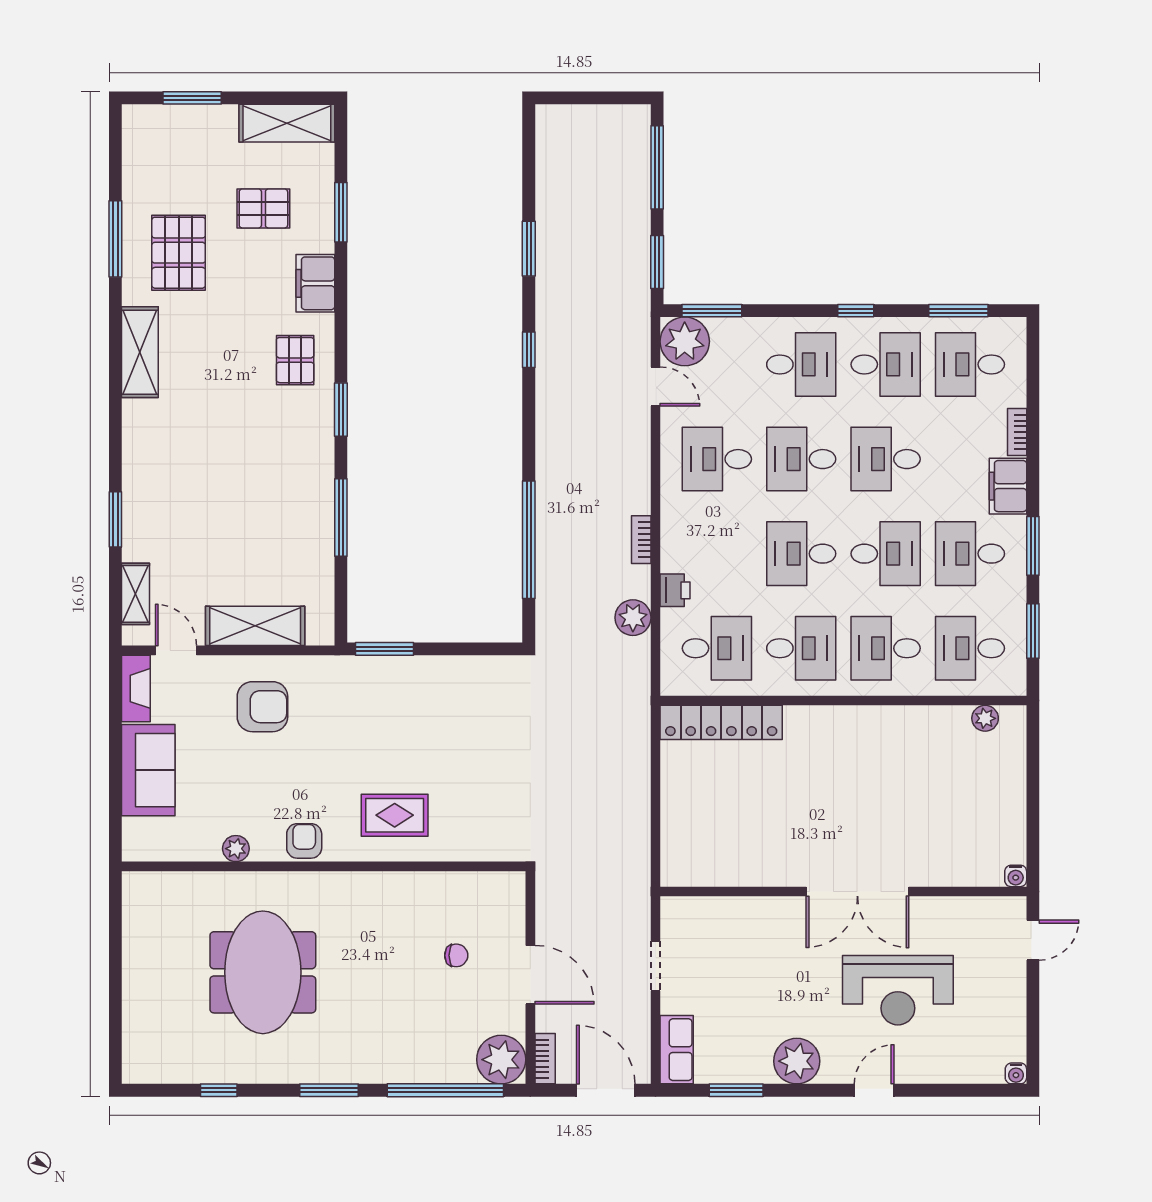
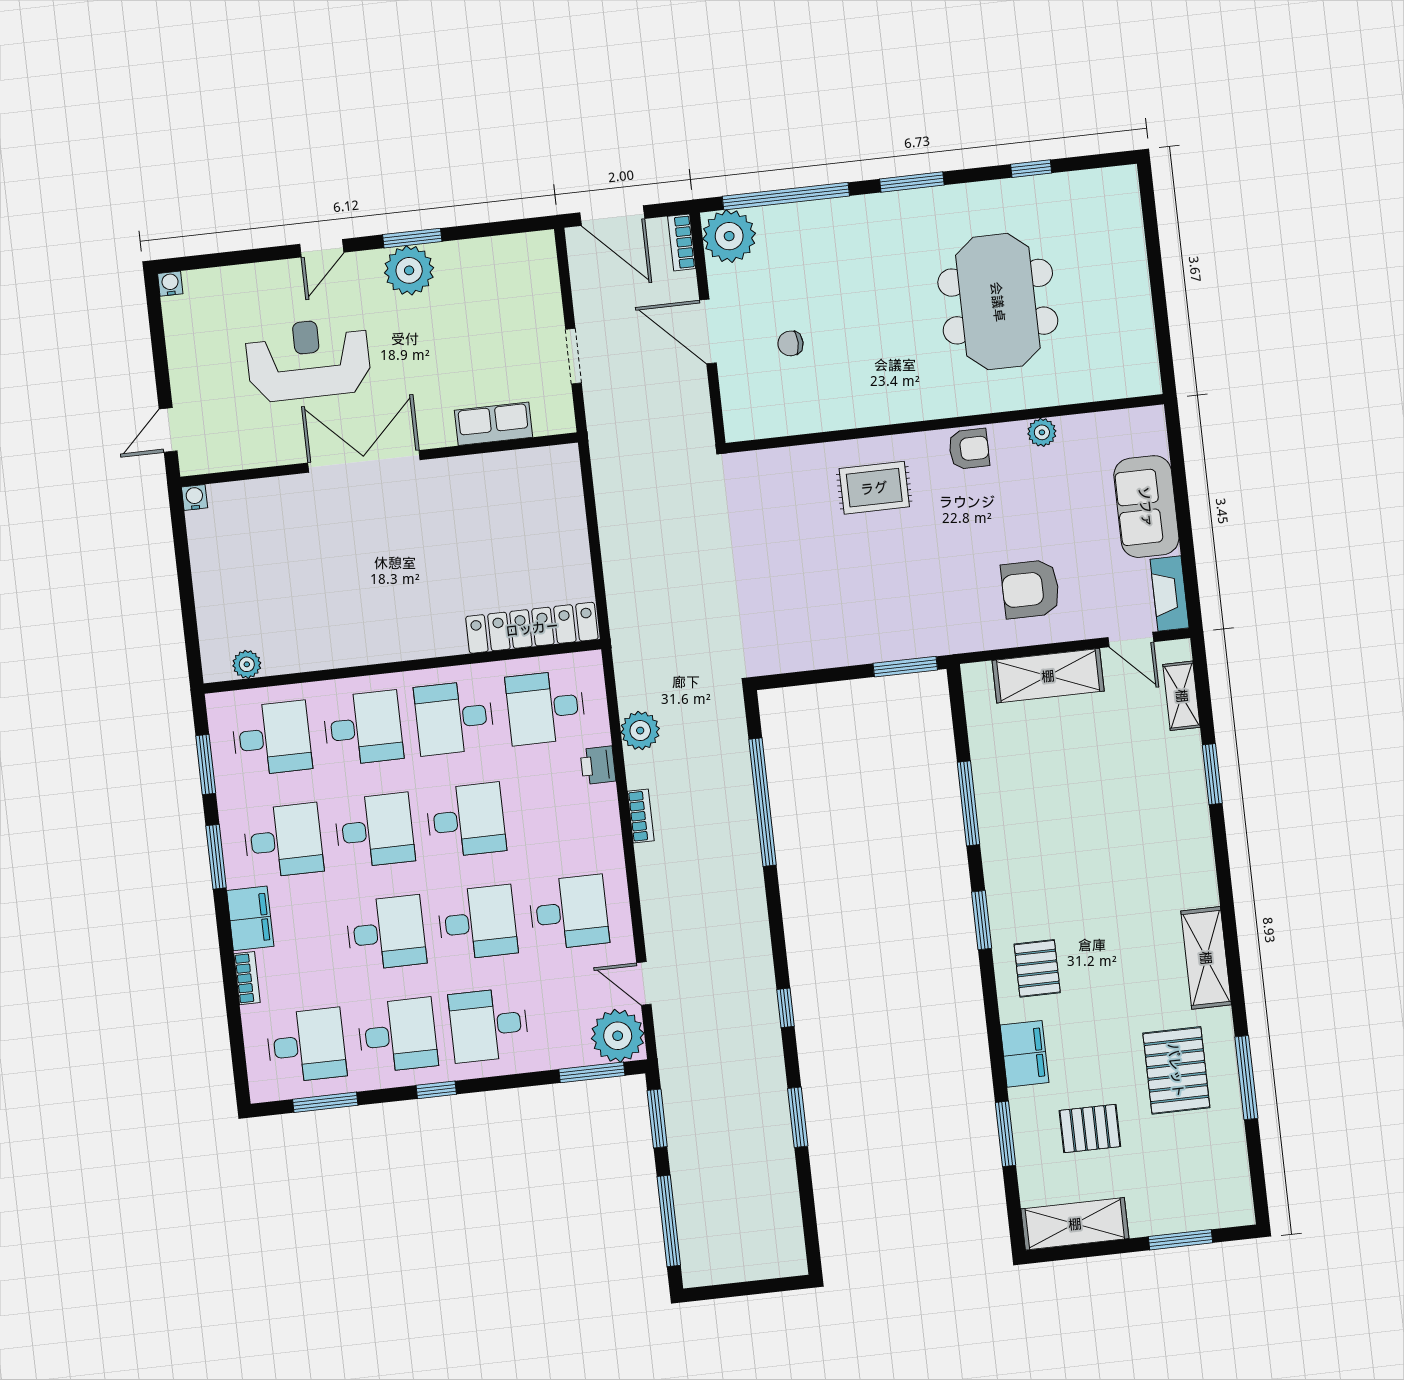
desk: (886, 364) -> (397, 1035), turned 180
desk: (886, 554) -> (374, 830), turned 180
armchair: (304, 841) -> (969, 449), turned -90
row of seats: (677, 1050) -> (493, 424), moved, turned 90
window: (736, 1090) -> (412, 238), moved

